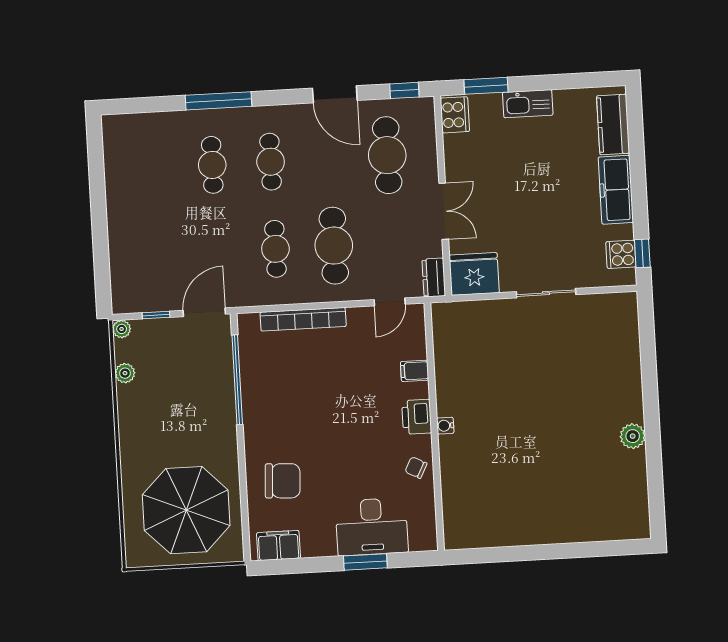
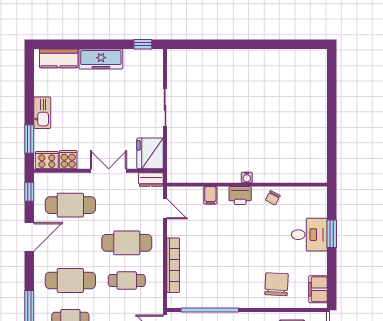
cafe table: (271, 162) -> (70, 281), width x1.37, depth x1.35
cooker: (621, 254) -> (68, 160), moved, turned 180
plant: (633, 436) -> (260, 57), removed
desk: (372, 527) -> (309, 235), width x0.73

